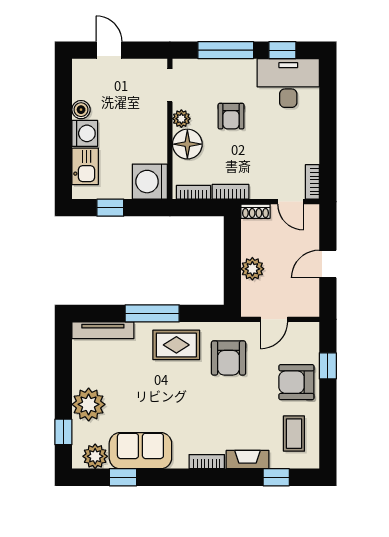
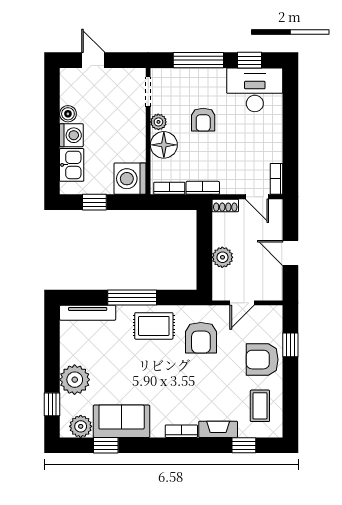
door: (328, 264) -> (290, 253), hinge flipped

